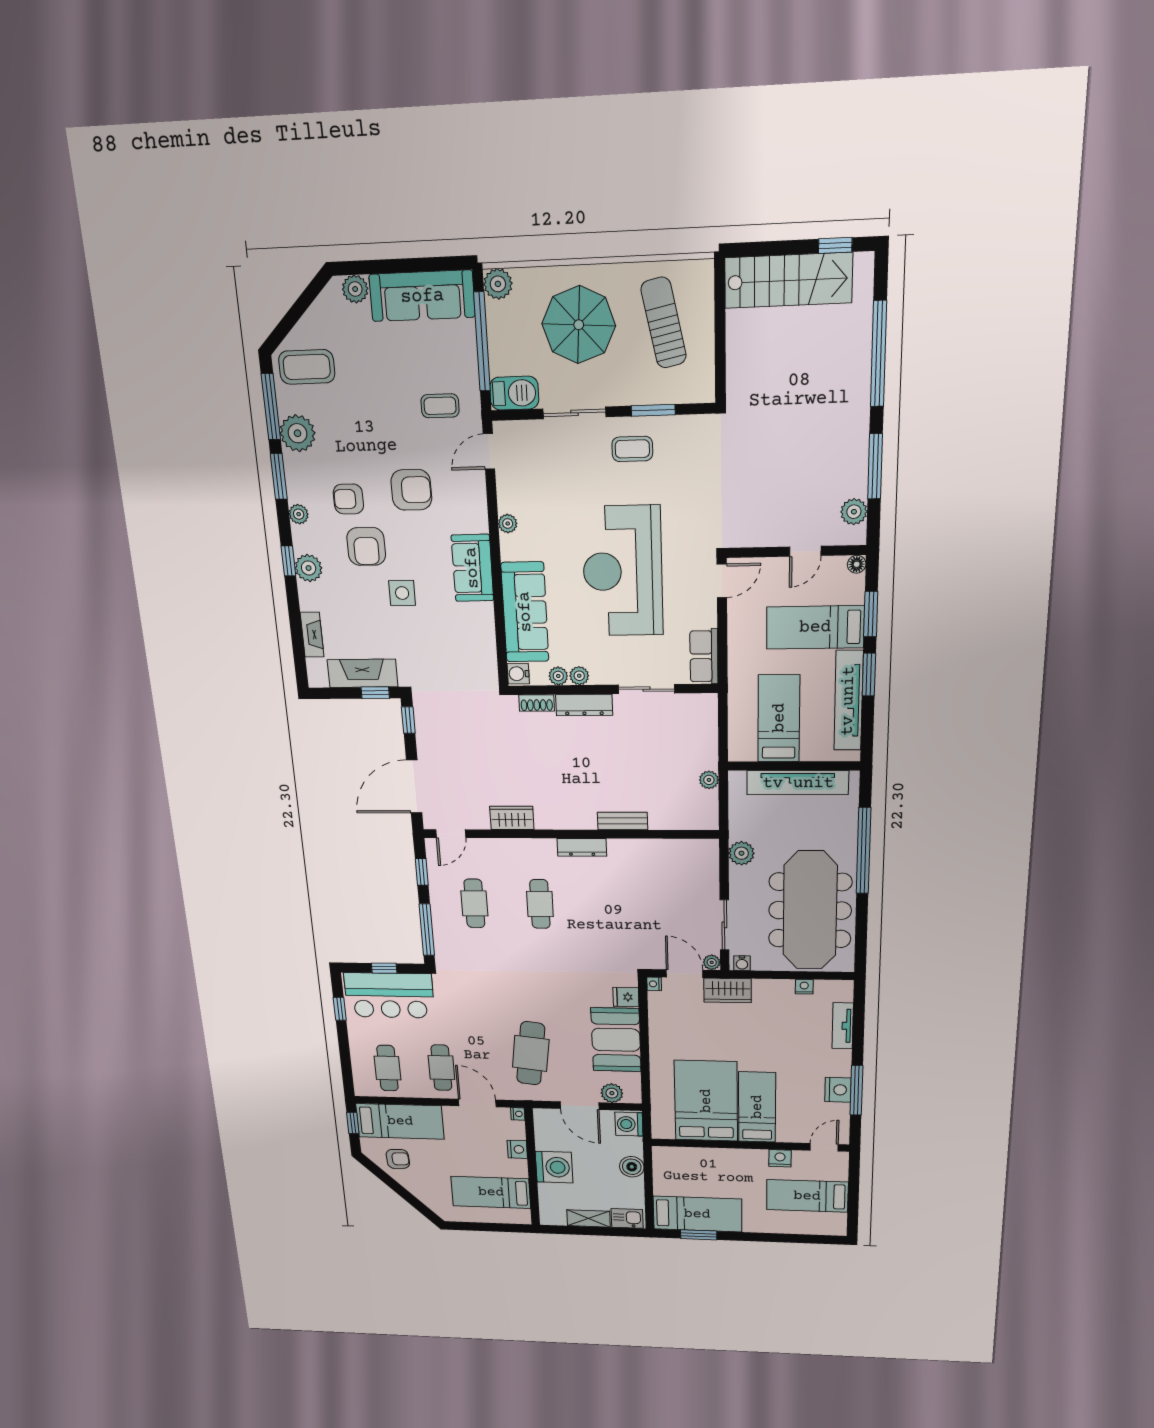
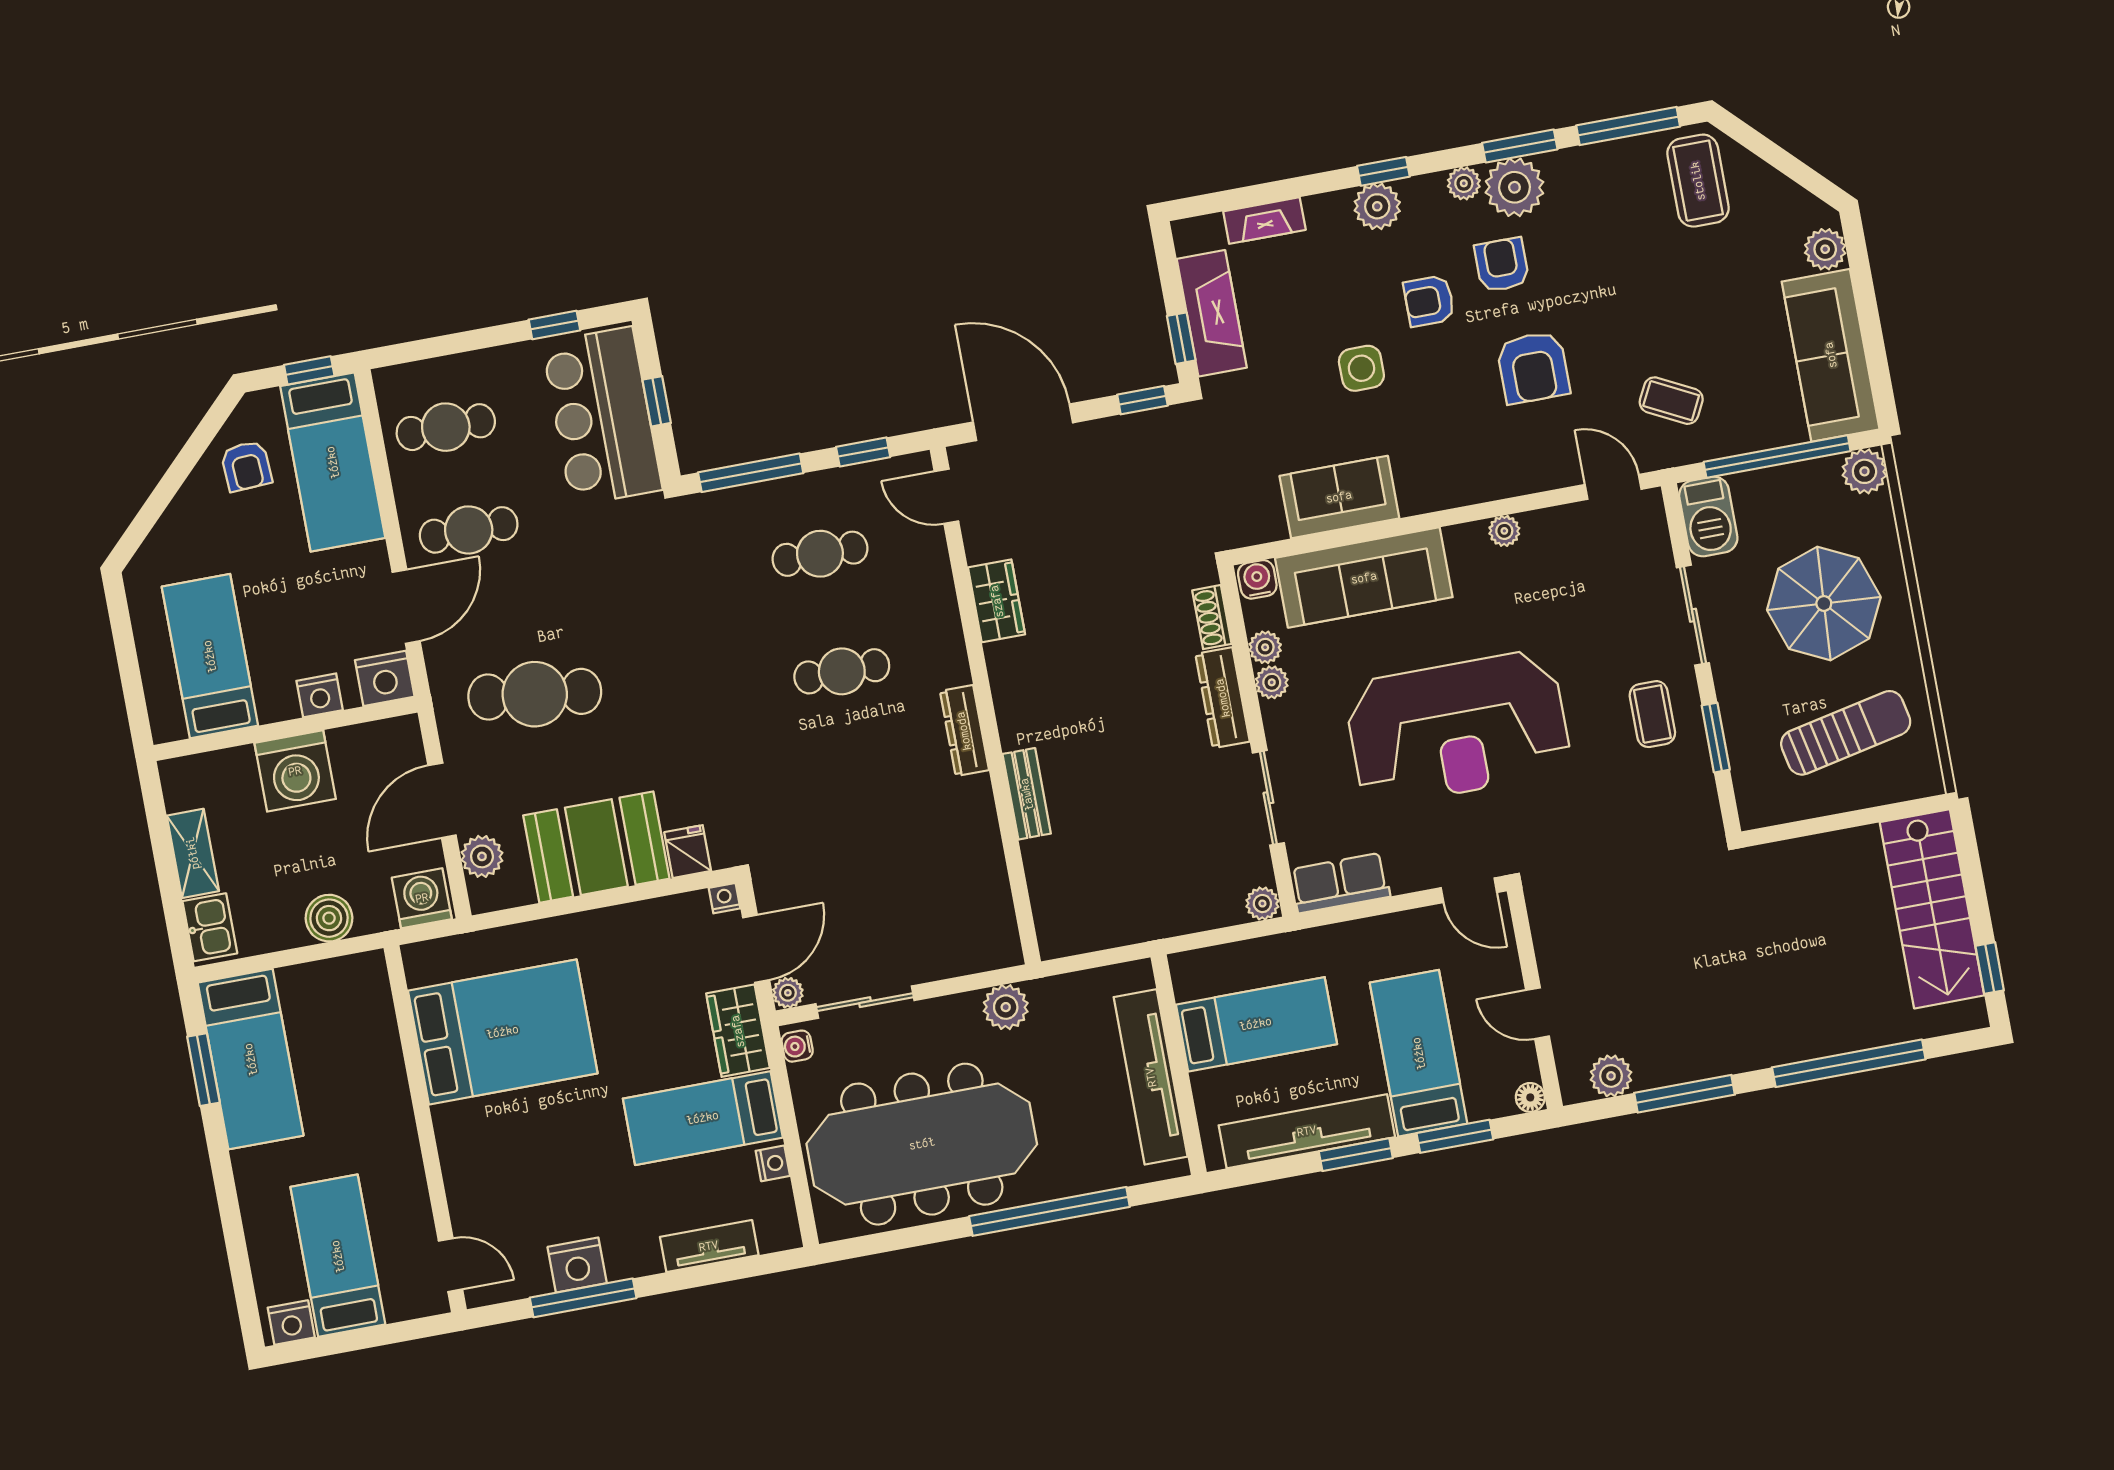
coffee table: (440, 406) -> (1671, 401), turned -63
plant: (298, 433) -> (1514, 187), moved
armchair: (366, 546) -> (1429, 301), width x0.72, depth x0.72
sofa: (472, 568) -> (1339, 497), moved
reception desk: (623, 571) -> (1458, 728), turned 180
plant: (709, 780) -> (1262, 904), moved
bed: (757, 1107) -> (703, 1118), moved, turned 180
nightstand: (518, 1114) -> (385, 678), width x1.89, depth x1.79
nightstand: (780, 1158) -> (291, 1322), moved, turned 90

